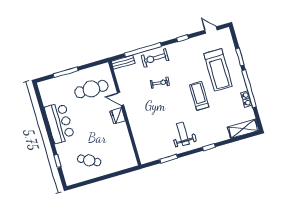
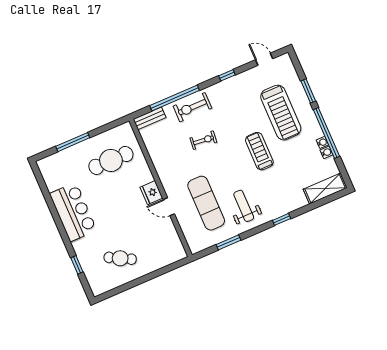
door: (121, 99) -> (169, 207), moved
exercise mat: (156, 128) -> (206, 203), added

